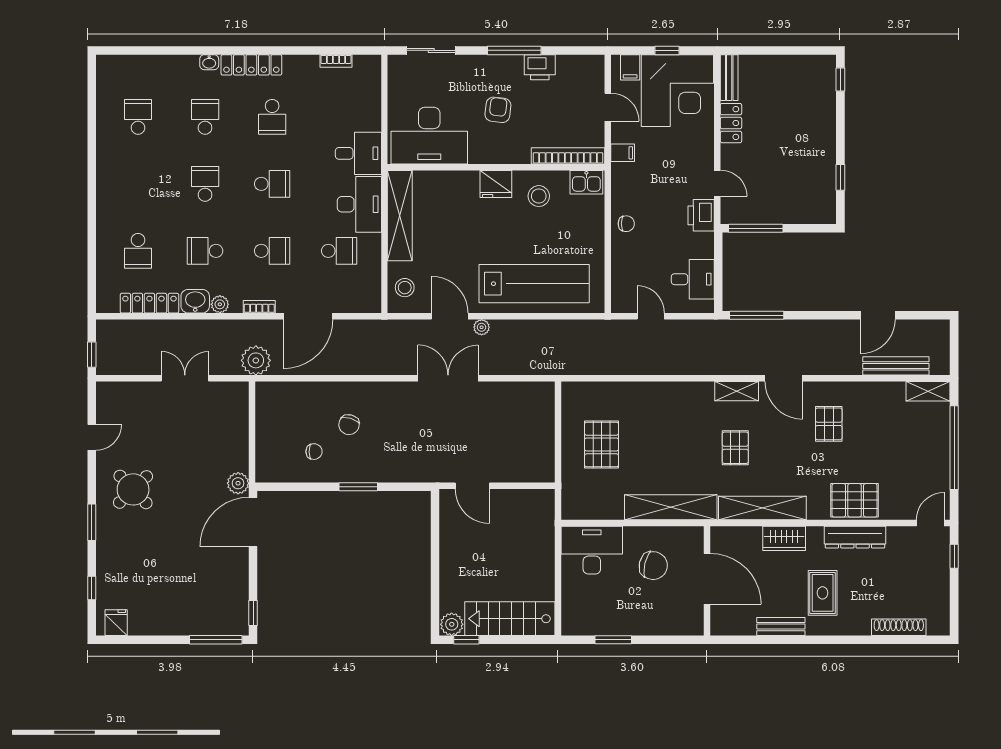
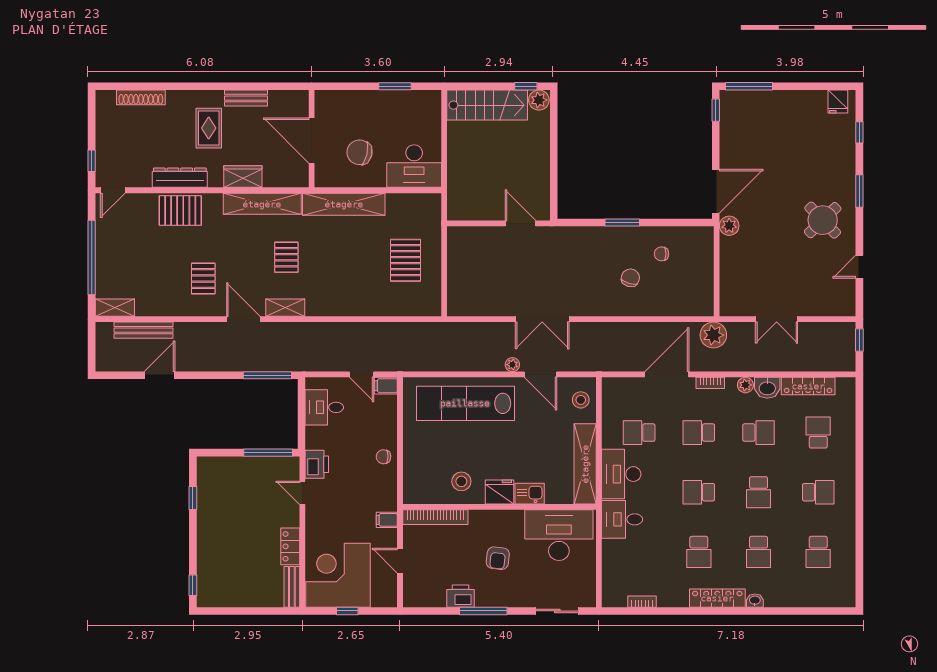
filing cabinet: (630, 67) -> (386, 386), moved, turned -90
school desk: (272, 117) -> (699, 552), turned 180
kitchen sink: (586, 182) -> (530, 494), moved
school desk: (138, 184) -> (818, 492), added

